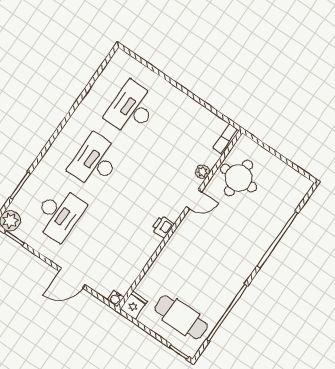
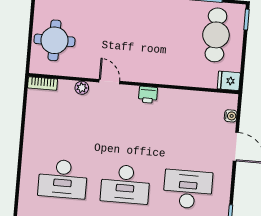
round table: (238, 178) -> (54, 40), moved
water cooler: (116, 298) -> (231, 116), moved

